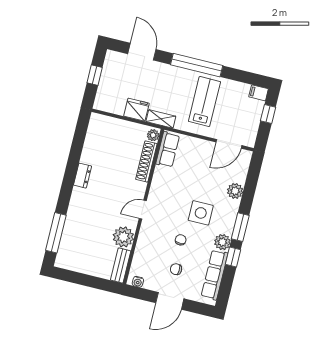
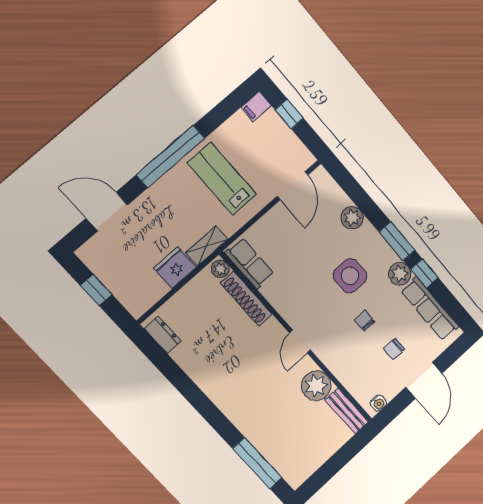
dresser: (83, 176) -> (163, 335), moved

